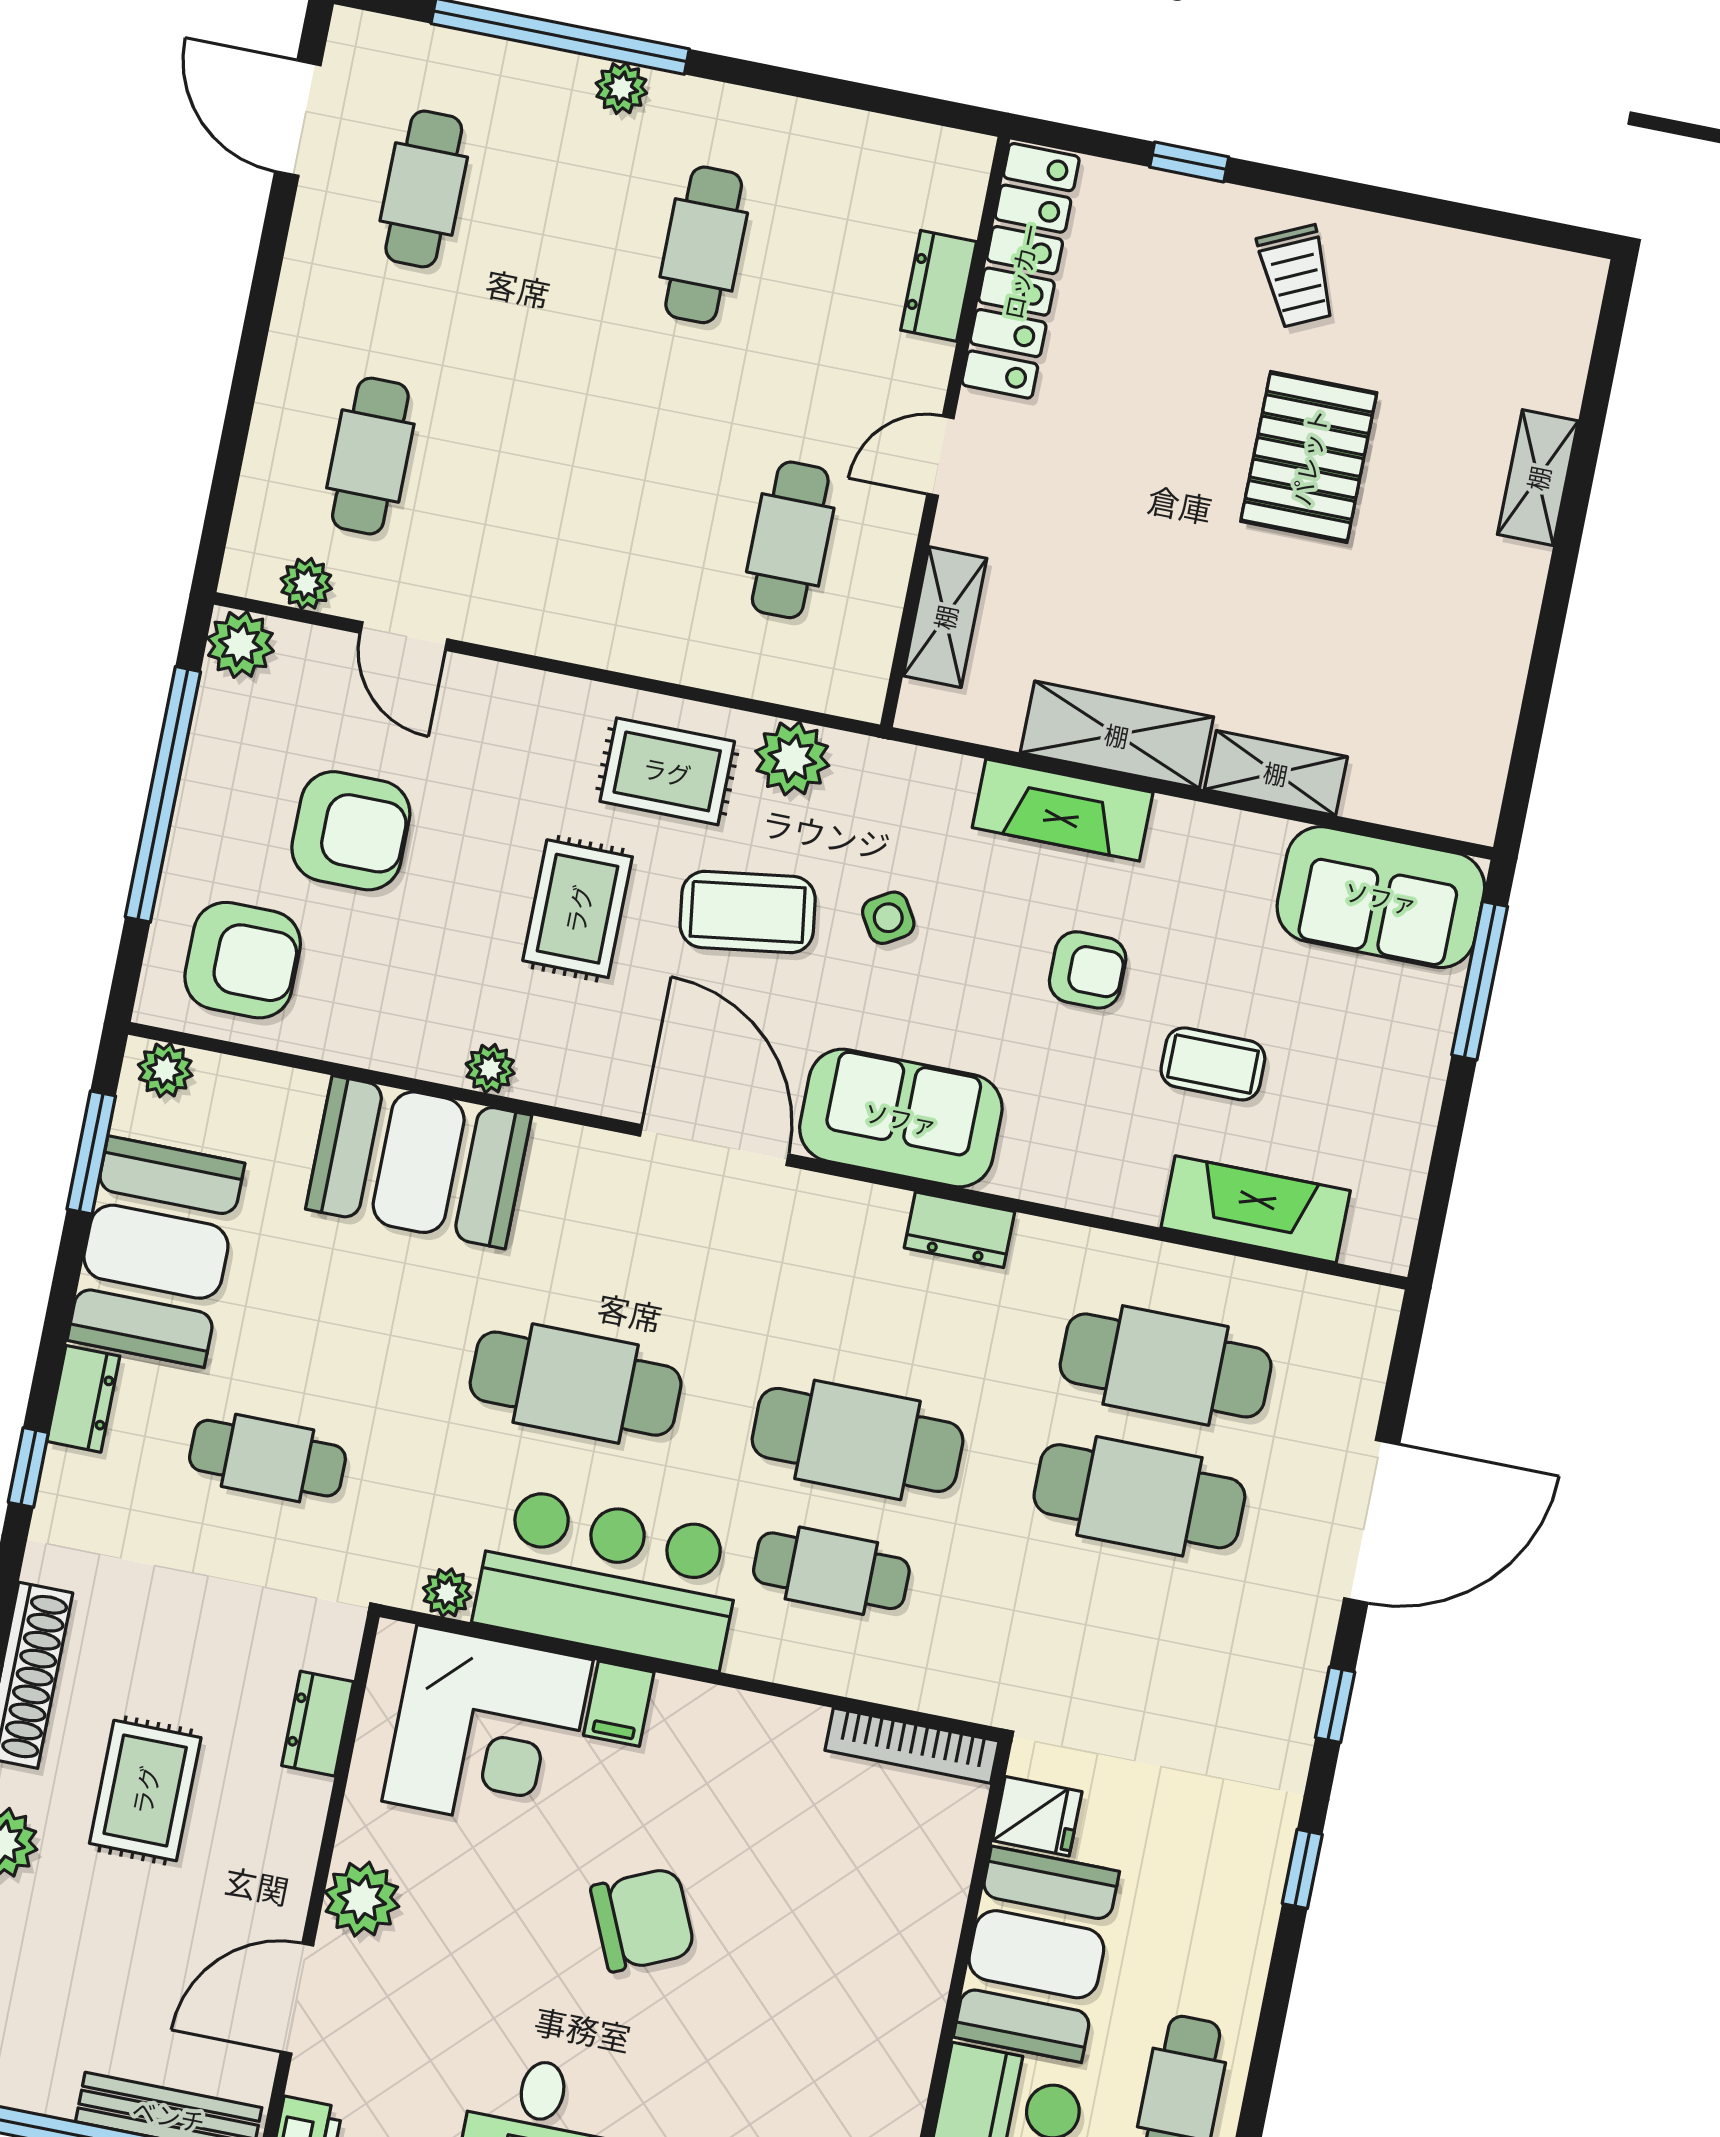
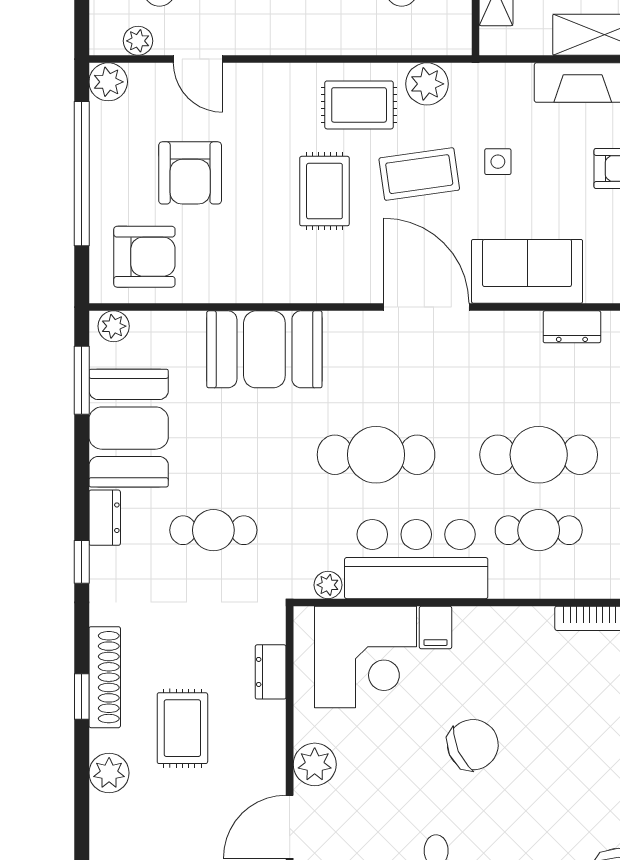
armchair: (351, 831) -> (190, 173), turned 90
side table: (888, 918) -> (498, 162), turned 31
plant: (490, 1069) -> (294, 289), removed

